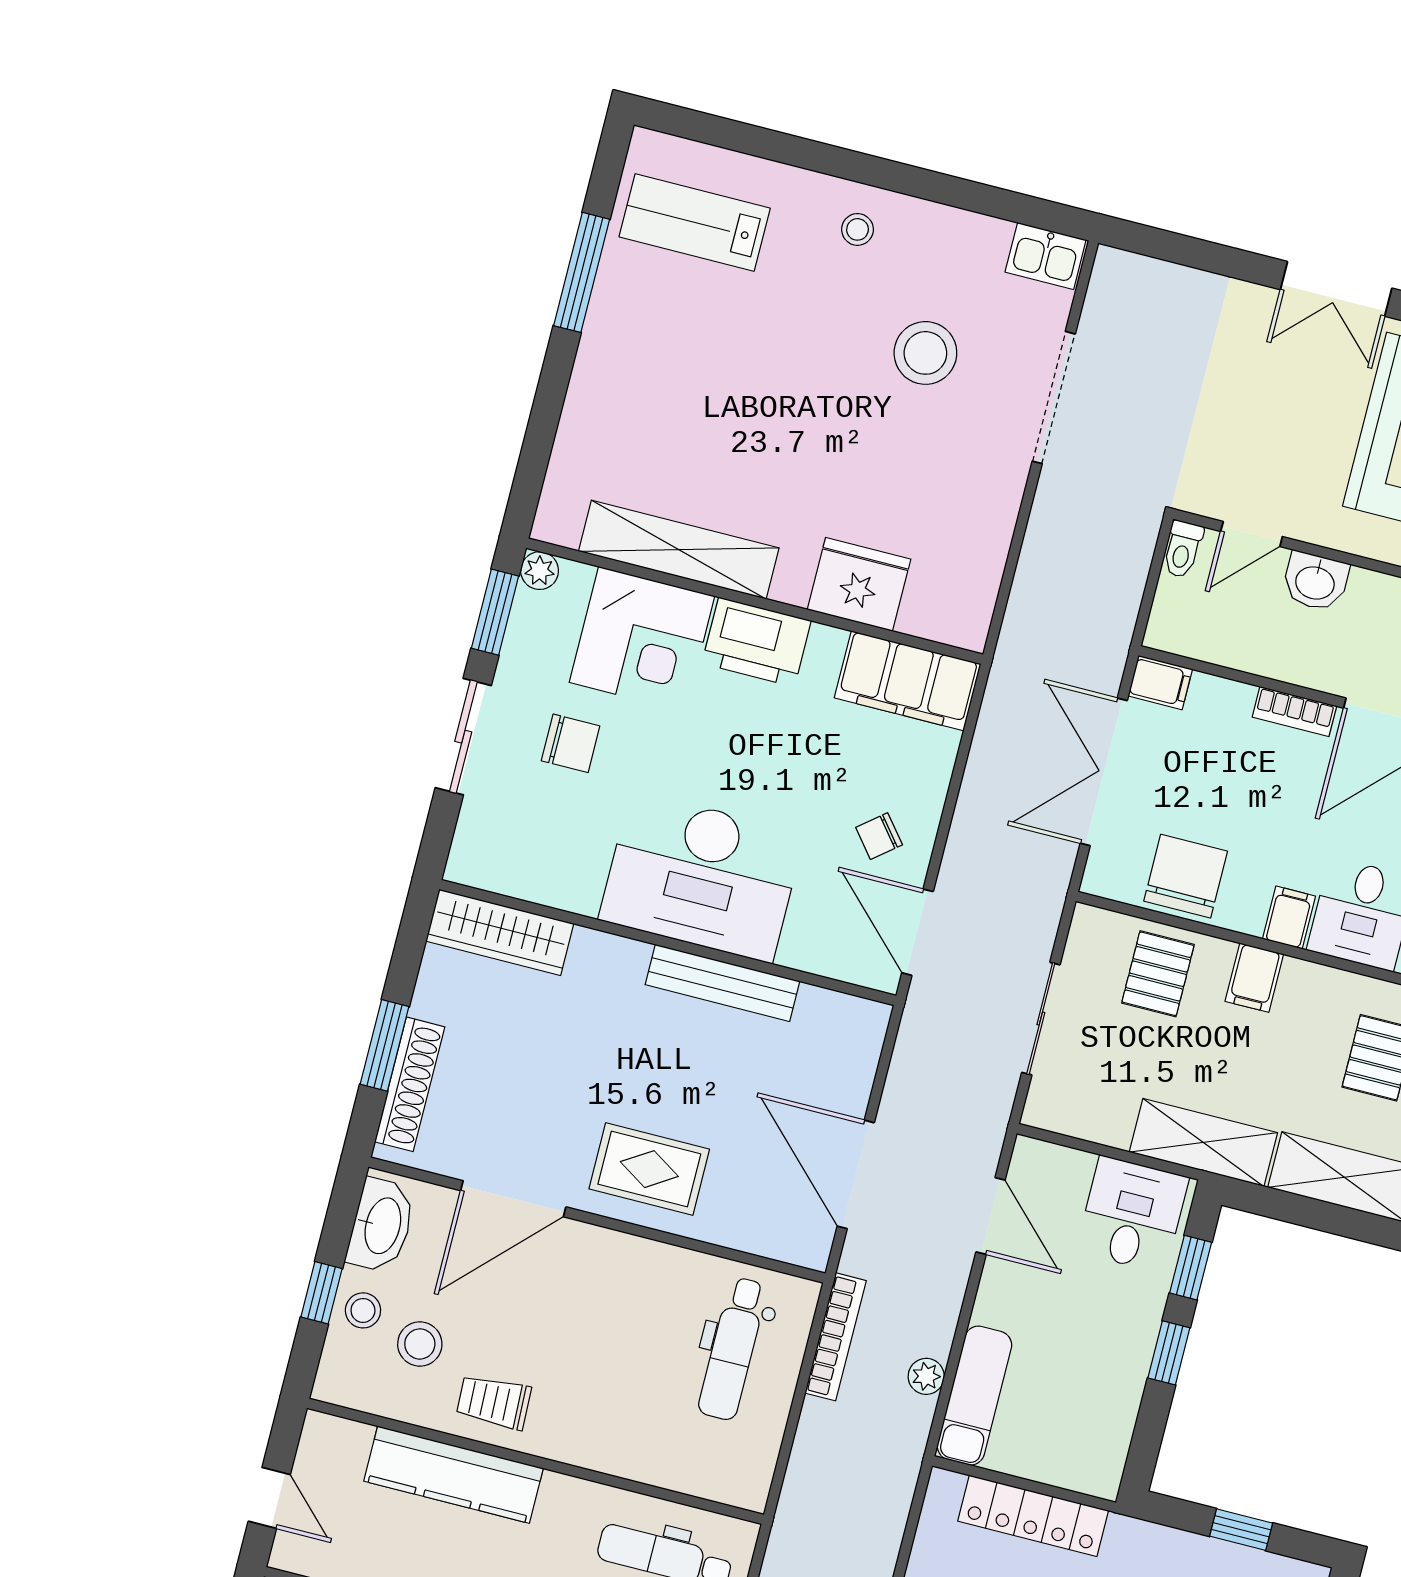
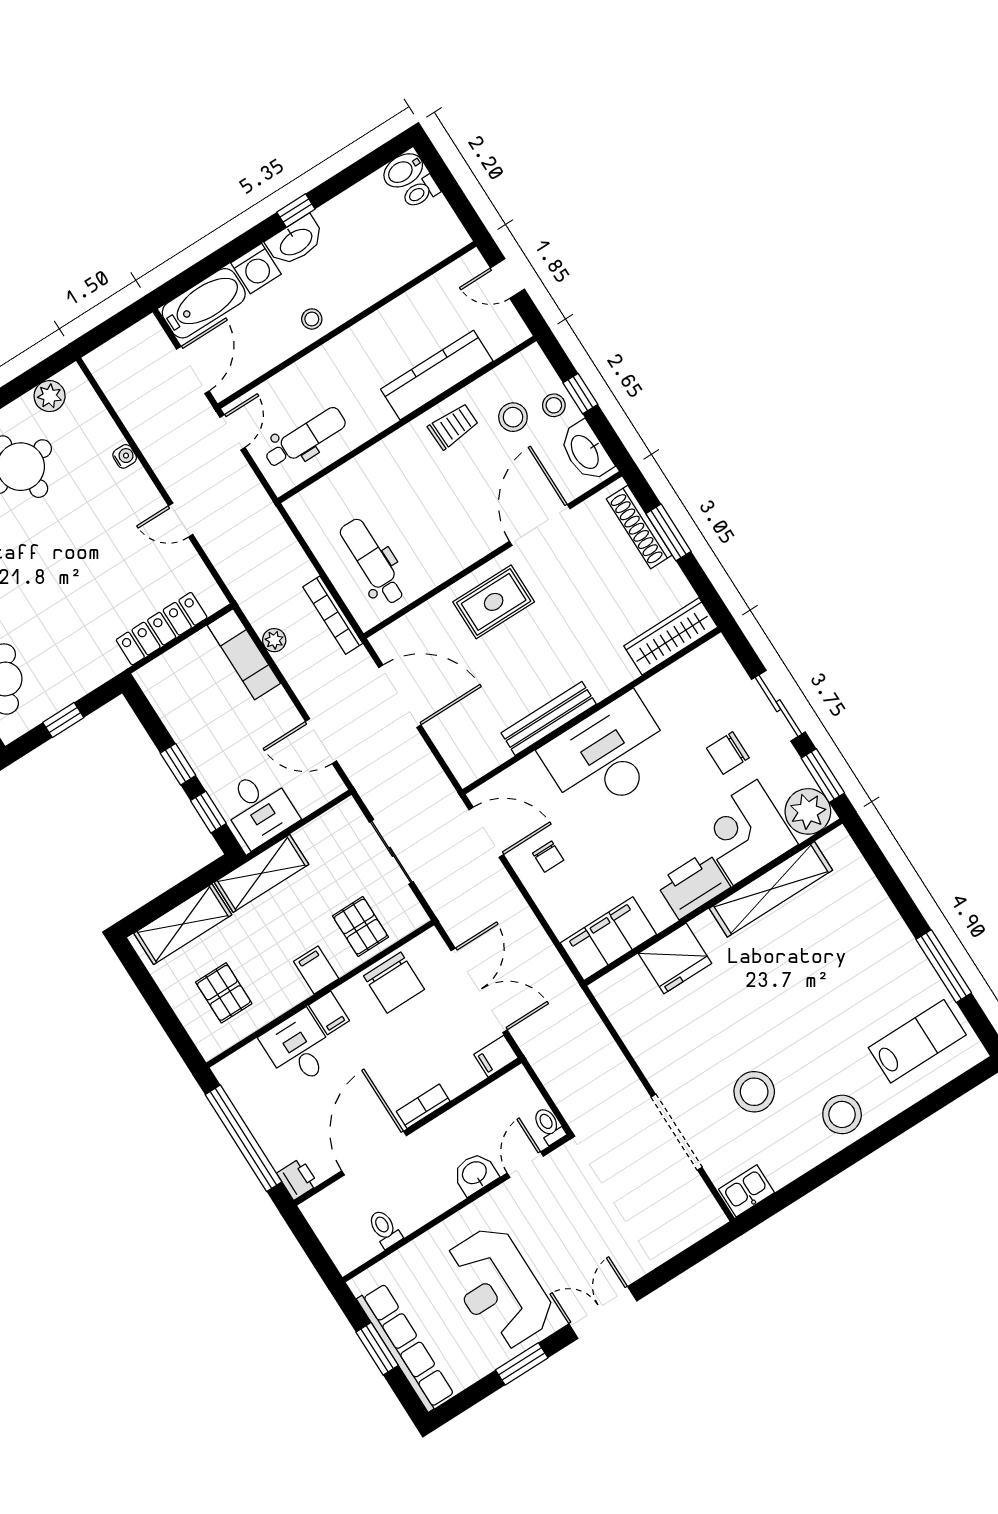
stool: (858, 229) -> (842, 1114), width x1.89, depth x1.89
plant: (540, 571) -> (808, 811), width x1.87, depth x1.87
chair: (879, 836) -> (548, 857), turned 129

